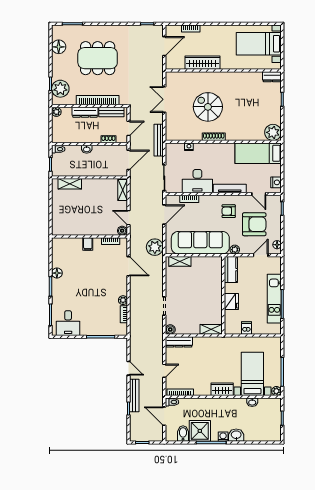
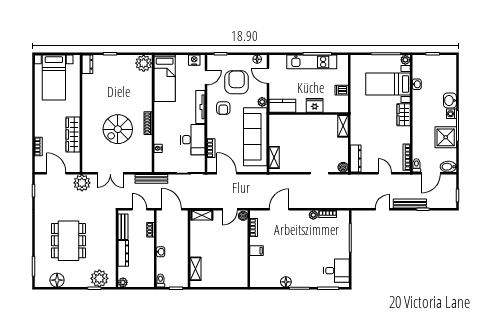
bookcase: (98, 100) -> (111, 241), removed
plant: (155, 247) -> (82, 183), moved
bidet: (183, 433) -> (448, 167), moved

